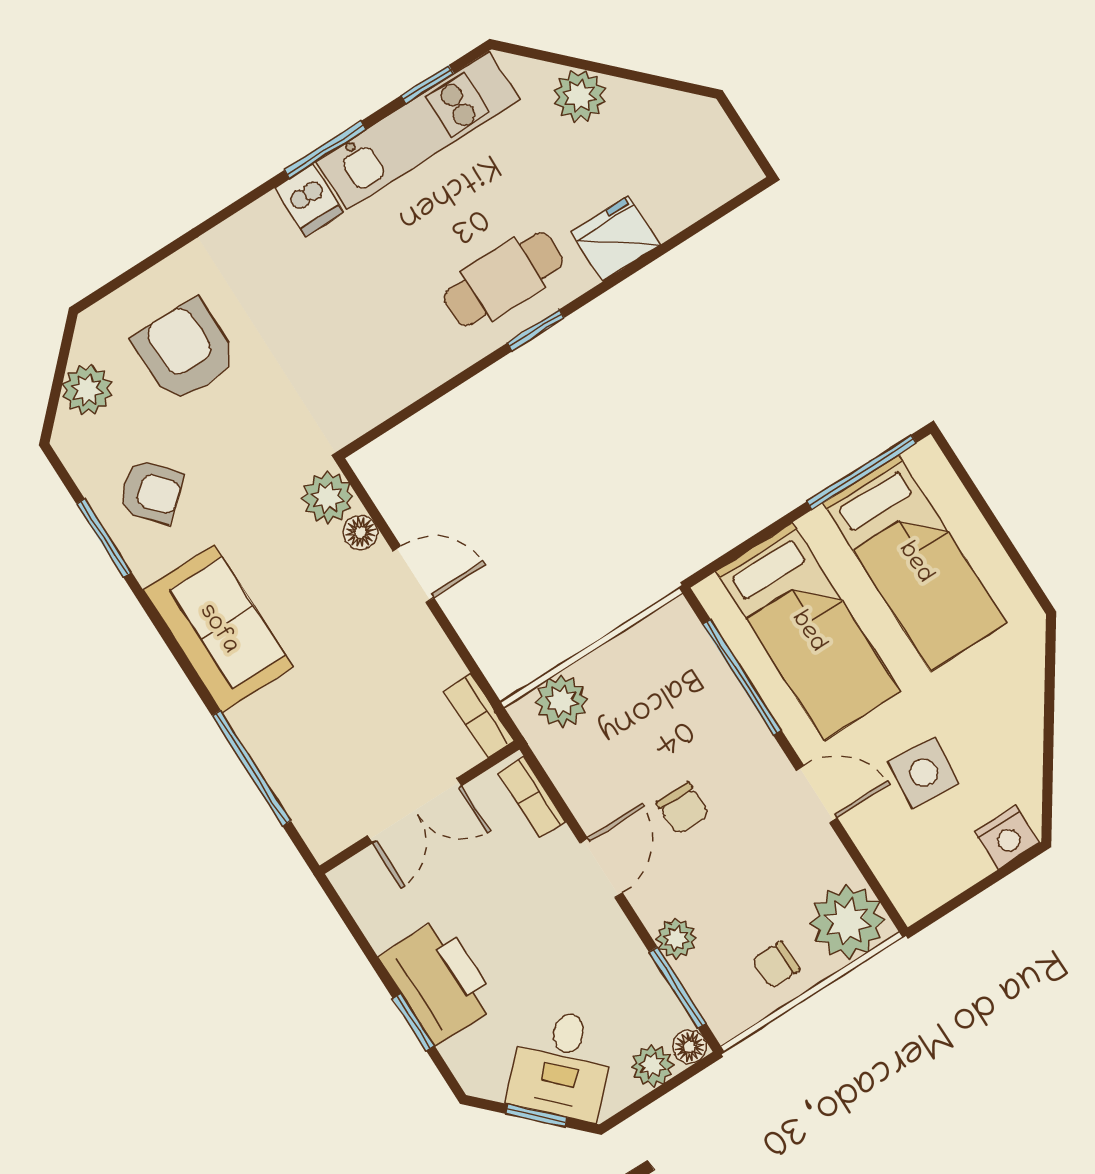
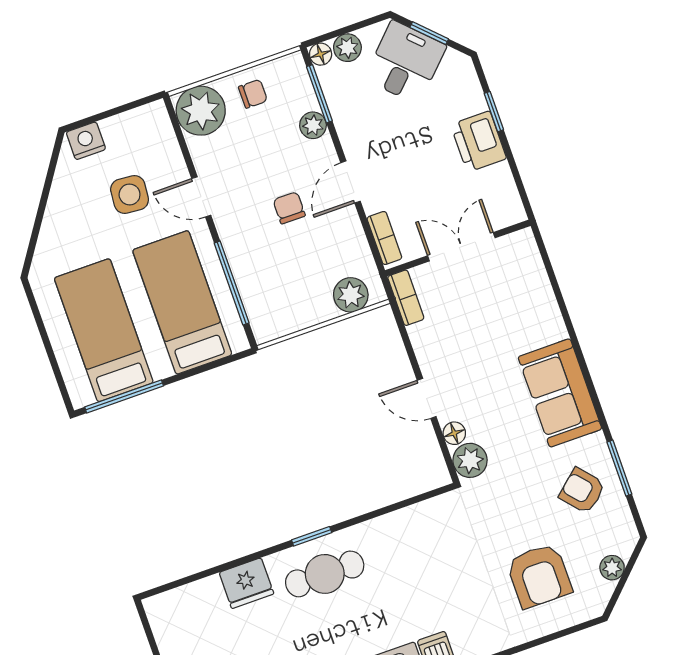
plant: (87, 390) -> (612, 568), width x0.73, depth x0.73
window: (251, 768) -> (560, 298), removed
printer: (439, 981) -> (479, 142), width x0.73, depth x0.84

